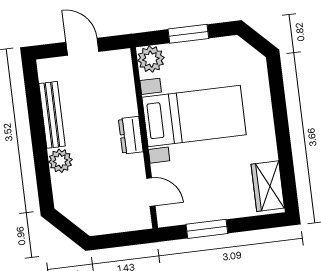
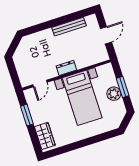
plant: (151, 59) -> (114, 94), moved
plant: (60, 161) -> (47, 35), removed
wardrobe: (268, 186) -> (45, 136), moved, turned 90

